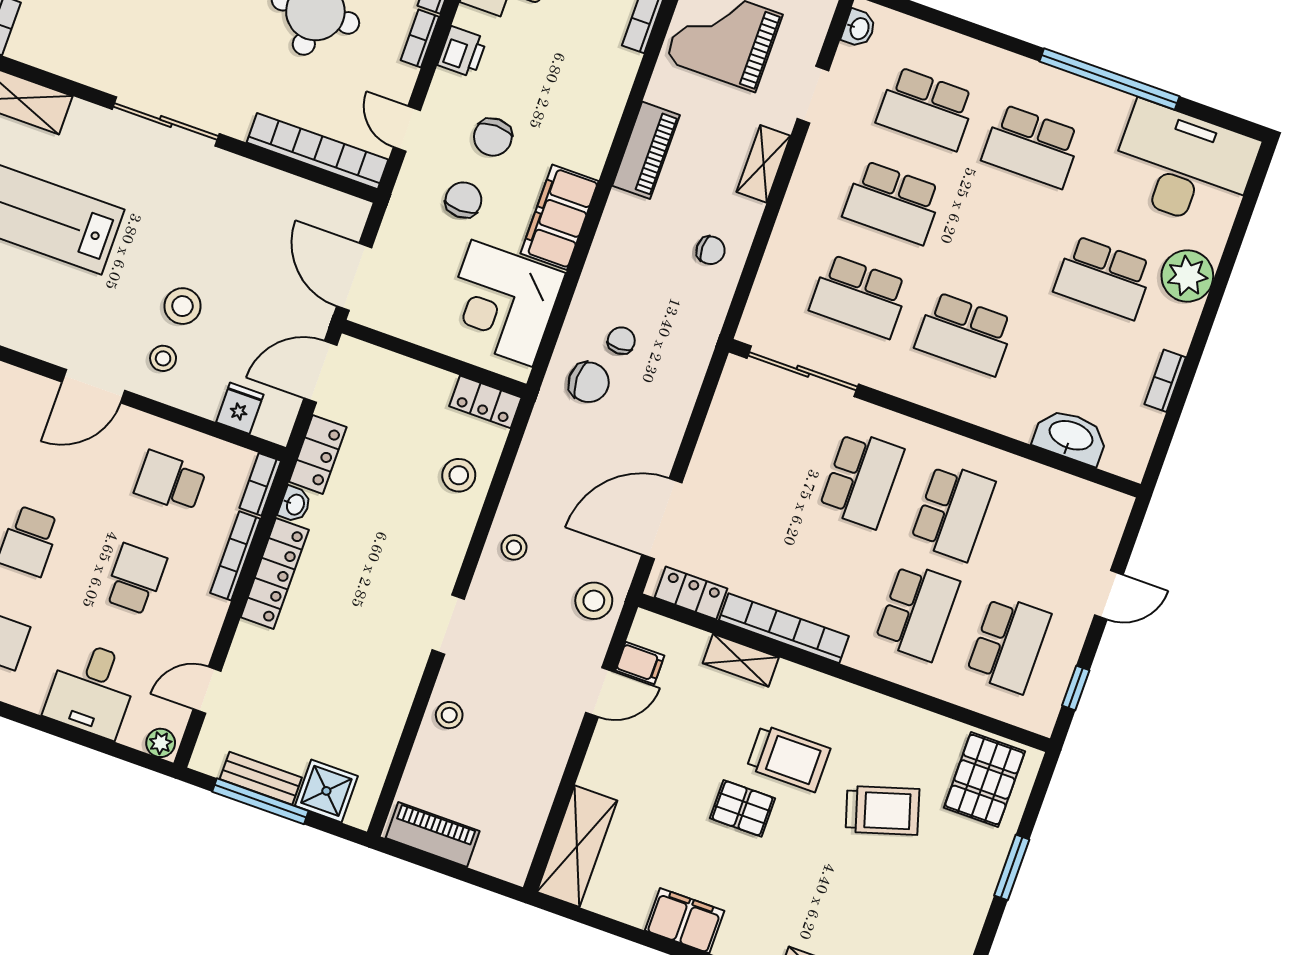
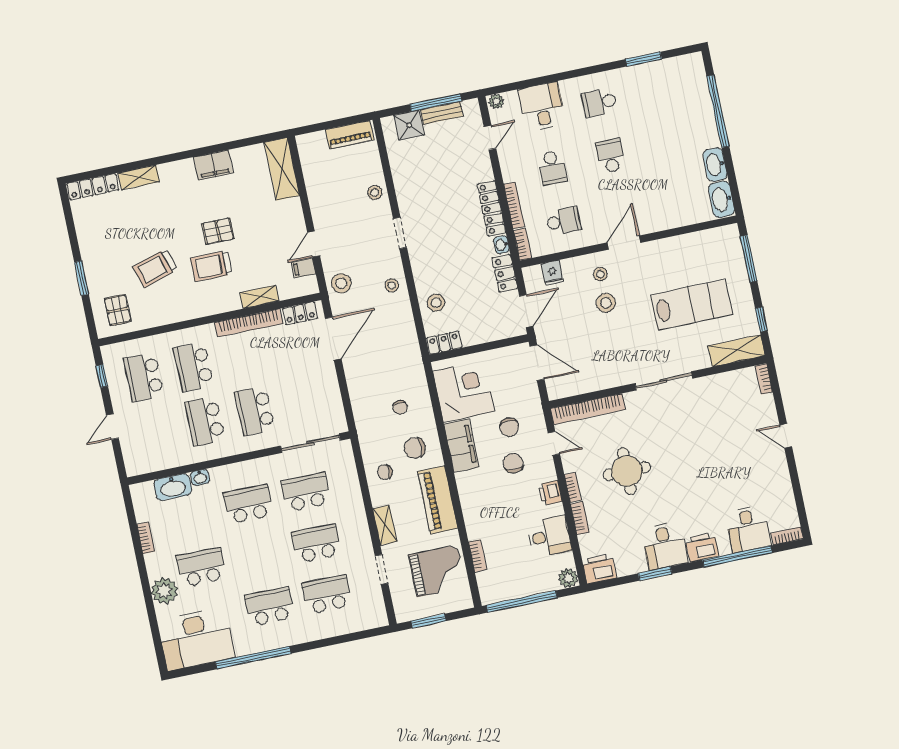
washbasin: (859, 28) -> (200, 477), moved, turned -90
piano: (646, 150) -> (438, 500), width x1.37, depth x1.33
chair: (589, 382) -> (415, 448), moved
pallet: (984, 779) -> (118, 310), width x0.67, depth x0.71

